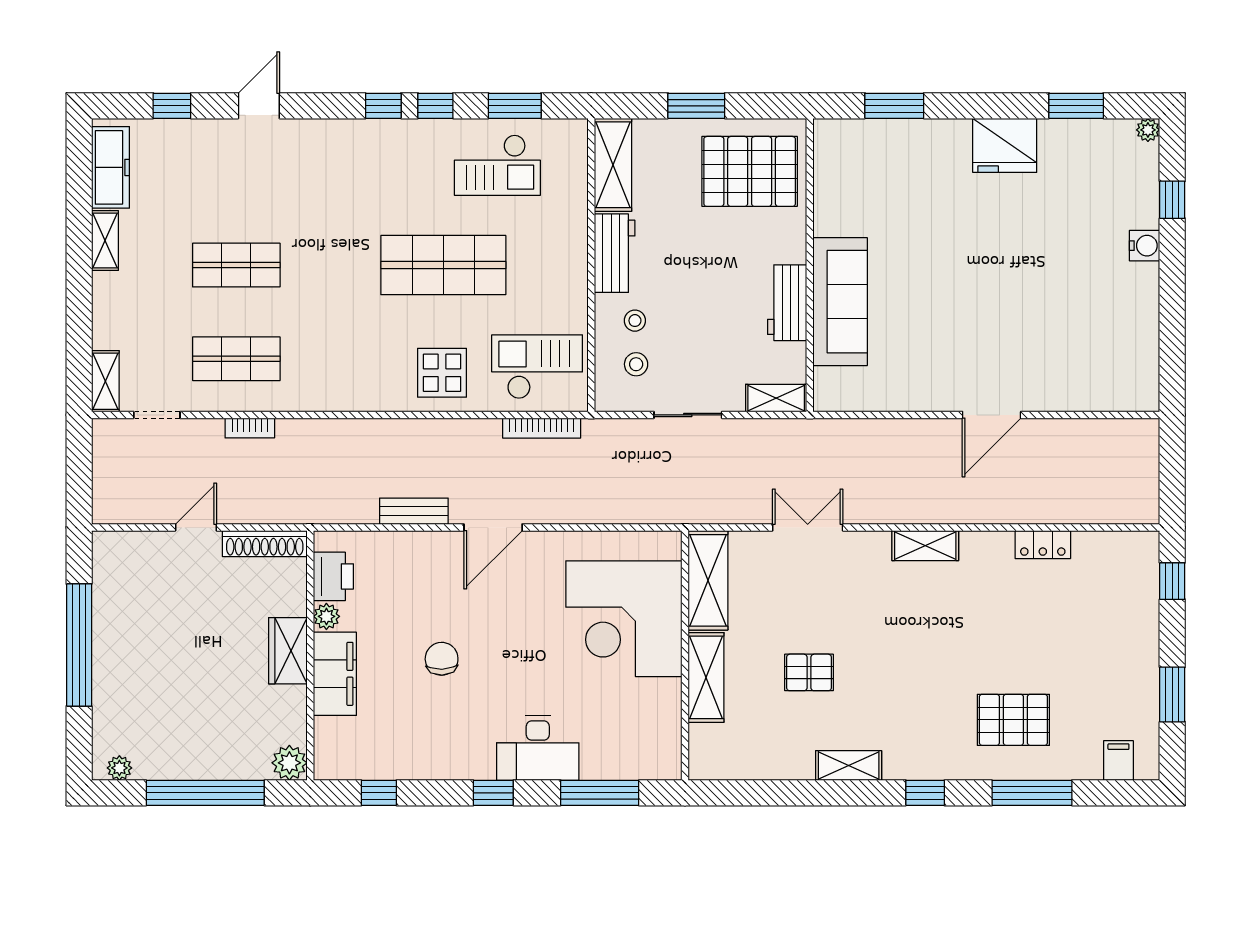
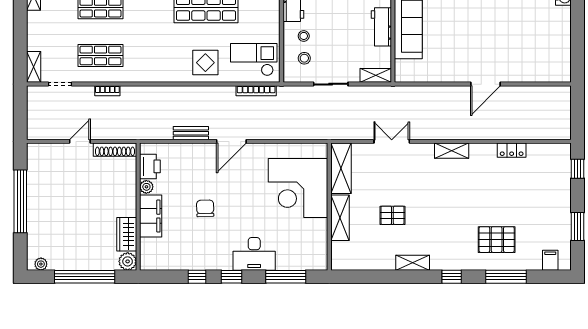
wardrobe: (288, 651) -> (127, 234), moved
window: (379, 793) -> (197, 277), moved

